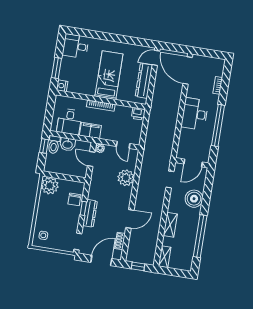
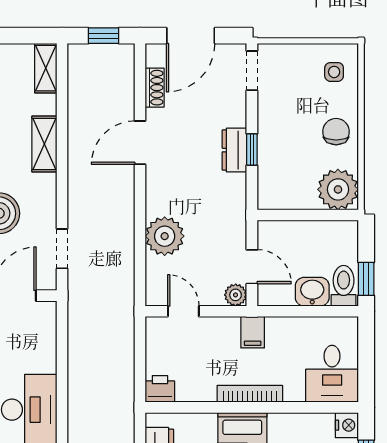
desk: (69, 122) -> (332, 374), moved, turned 180
filing cabinet: (90, 131) -> (253, 332), width x0.50
chair: (74, 199) -> (336, 132), moved
dresser: (90, 213) -> (234, 150), width x0.70

